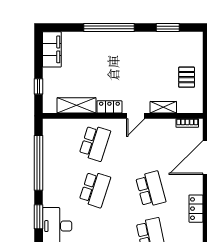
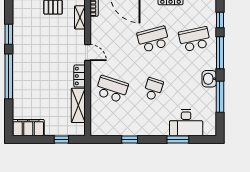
window: (168, 28) -> (9, 34), moved
shelving: (163, 107) -> (80, 17), moved
window: (39, 163) -> (130, 139), width x0.32
school desk: (95, 189) -> (153, 89), width x0.54

